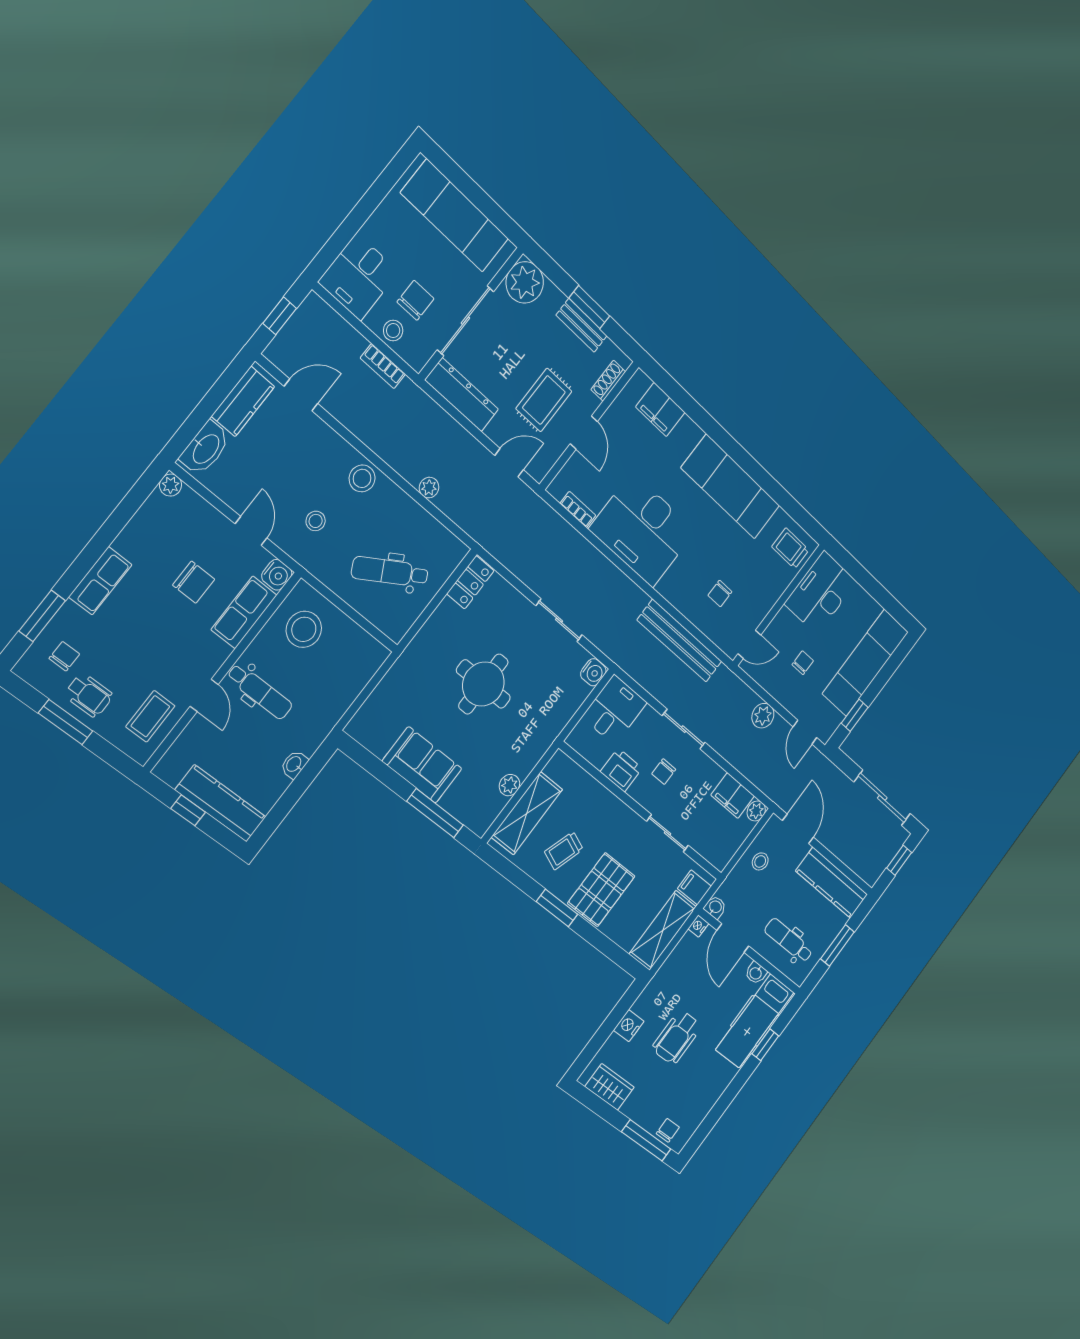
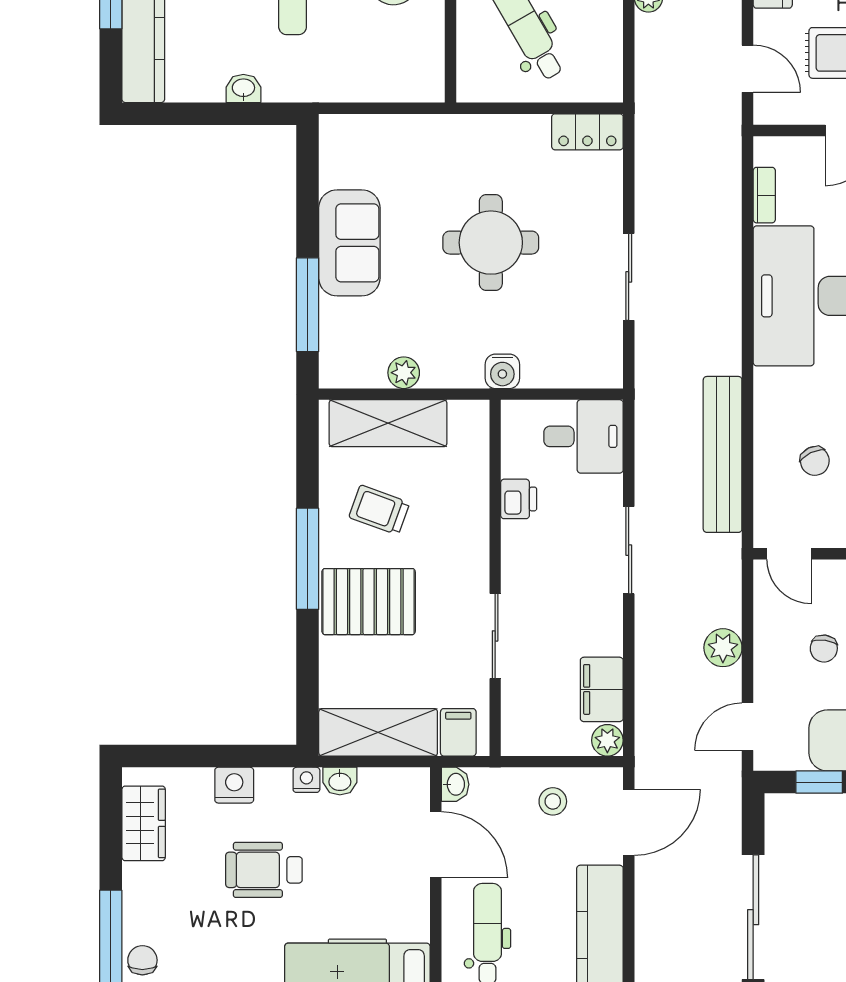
chair: (720, 594) -> (815, 461), turned -116
chair: (803, 663) -> (824, 649), turned 98
water cooler: (593, 672) -> (502, 371), moved
printer: (621, 770) -> (519, 499), width x0.73, depth x0.81
chair: (664, 772) -> (562, 566), removed
window: (557, 908) -> (308, 559), width x1.44
nightstand: (698, 926) -> (306, 780), moved
door: (733, 938) -> (436, 845), swing flipped
washbasin: (756, 973) -> (340, 781), moved, turned -90
chair: (668, 1130) -> (142, 960), turned -90

